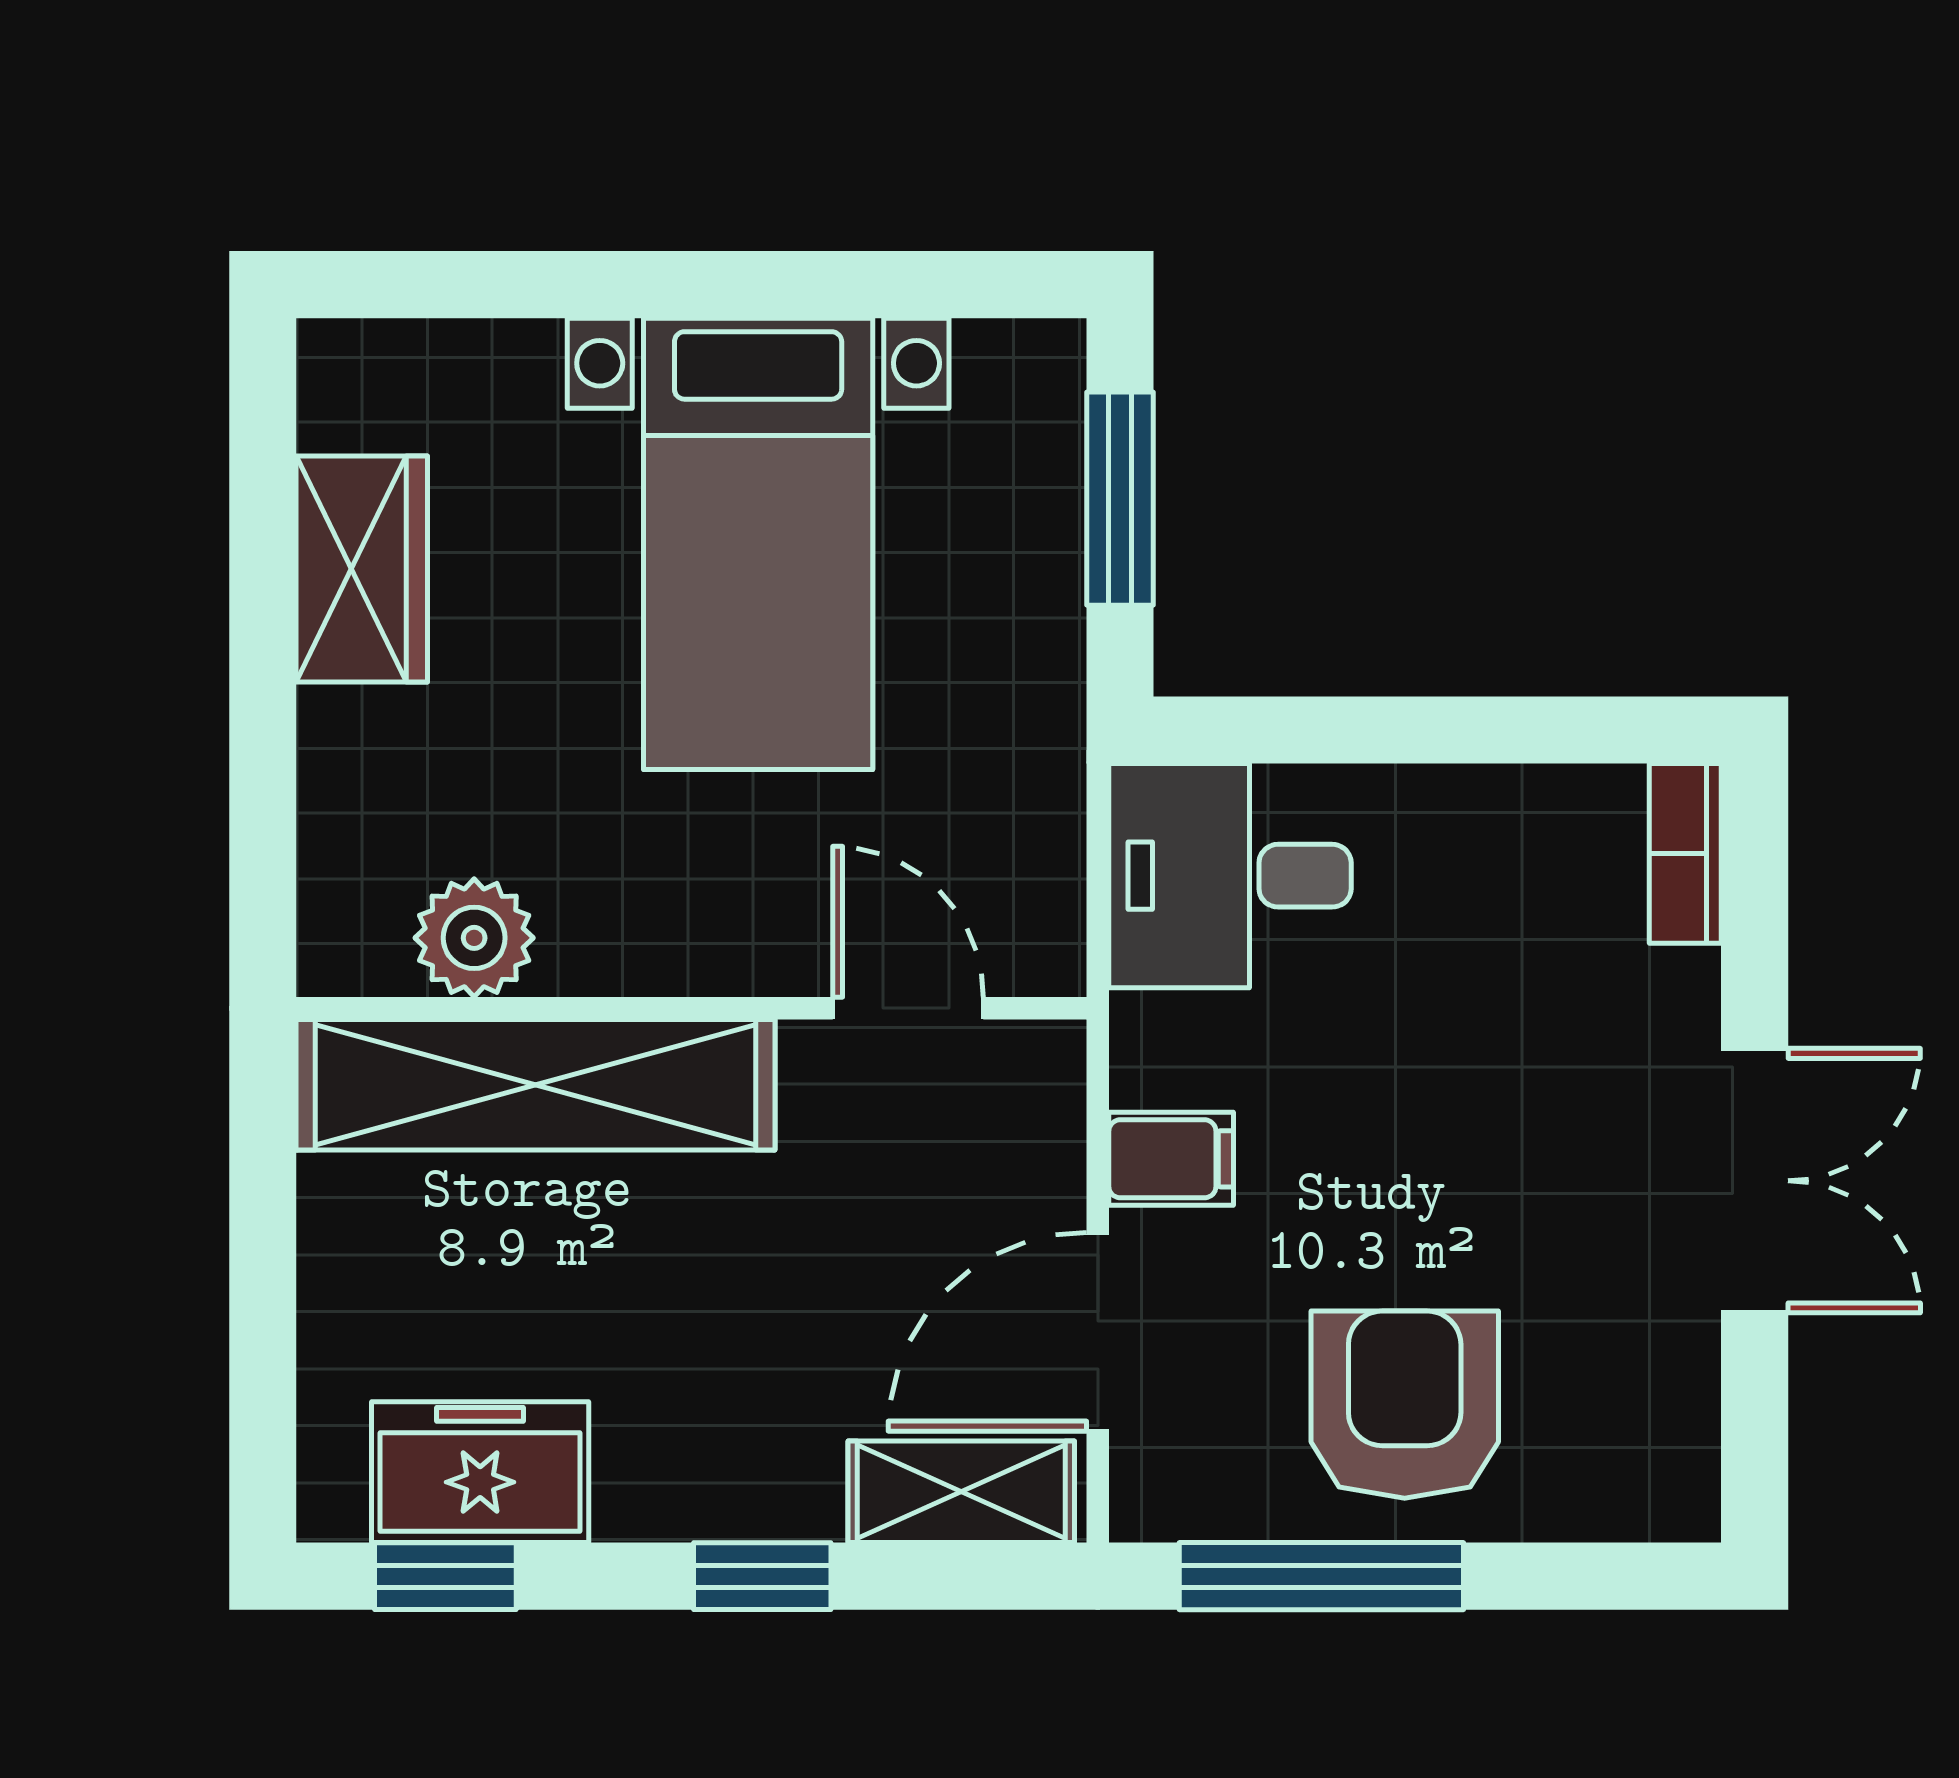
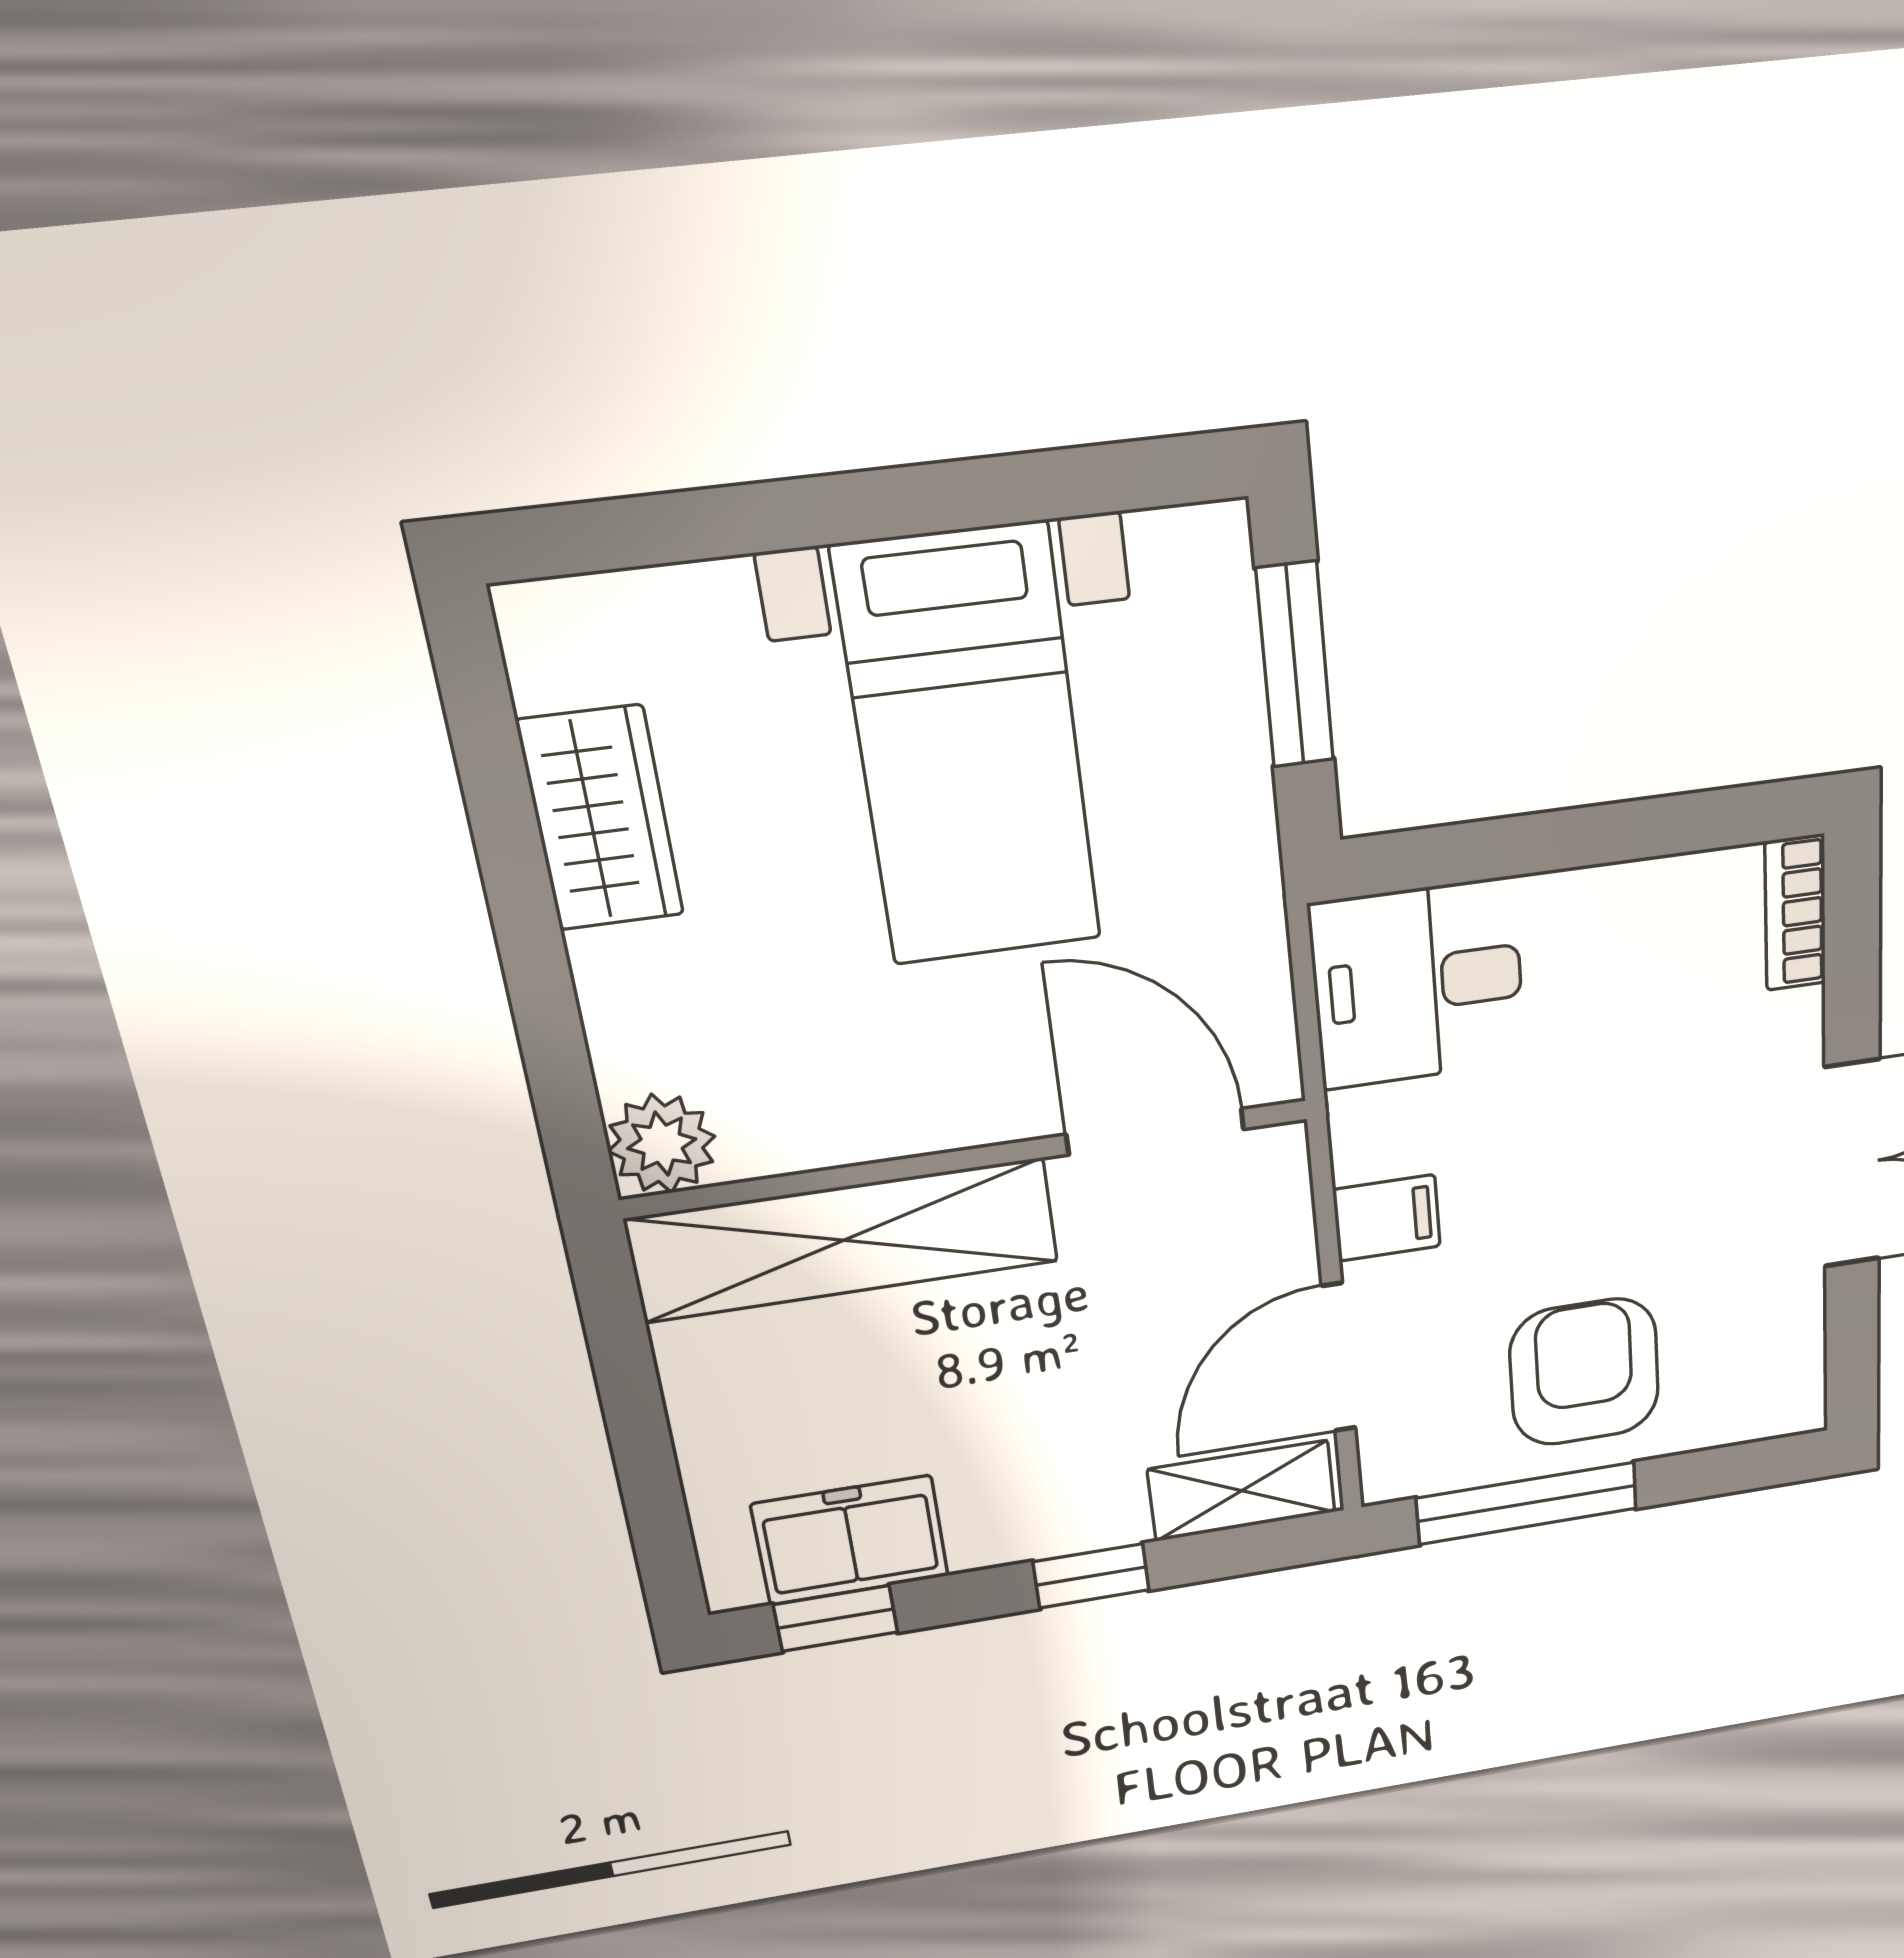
plant: (474, 938) -> (662, 1144), moved
door: (908, 1008) -> (1155, 1132), width x1.38

